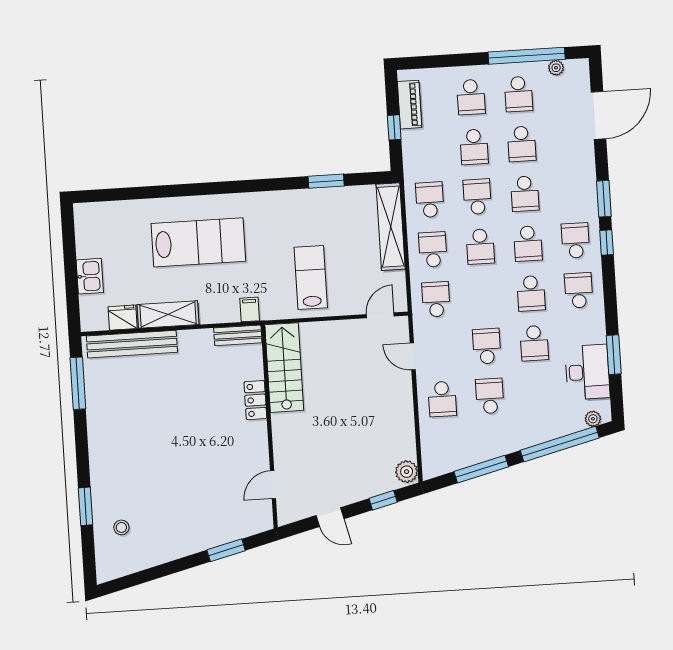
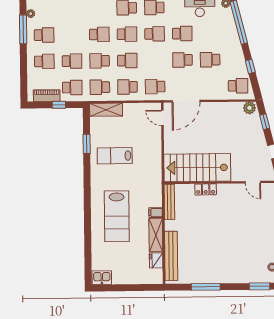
window: (527, 56) -> (23, 29), width x0.68
school desk: (522, 144) -> (72, 87), moved
shelving: (391, 227) -> (106, 110), width x0.68
lab bench: (198, 242) -> (117, 216), turned 180
kitchen sink: (90, 276) -> (102, 278), moved
lab bench: (311, 277) -> (115, 156), moved
filing cabinet: (250, 309) -> (156, 213), moved
bench: (238, 335) -> (169, 202), width x1.36
door: (413, 356) -> (186, 101), width x1.88
stairs: (284, 368) -> (197, 168), width x1.36, depth x1.51
window: (78, 383) -> (206, 287), moved
school desk: (442, 399) -> (238, 86), moved
window: (481, 469) -> (250, 66), width x0.46

